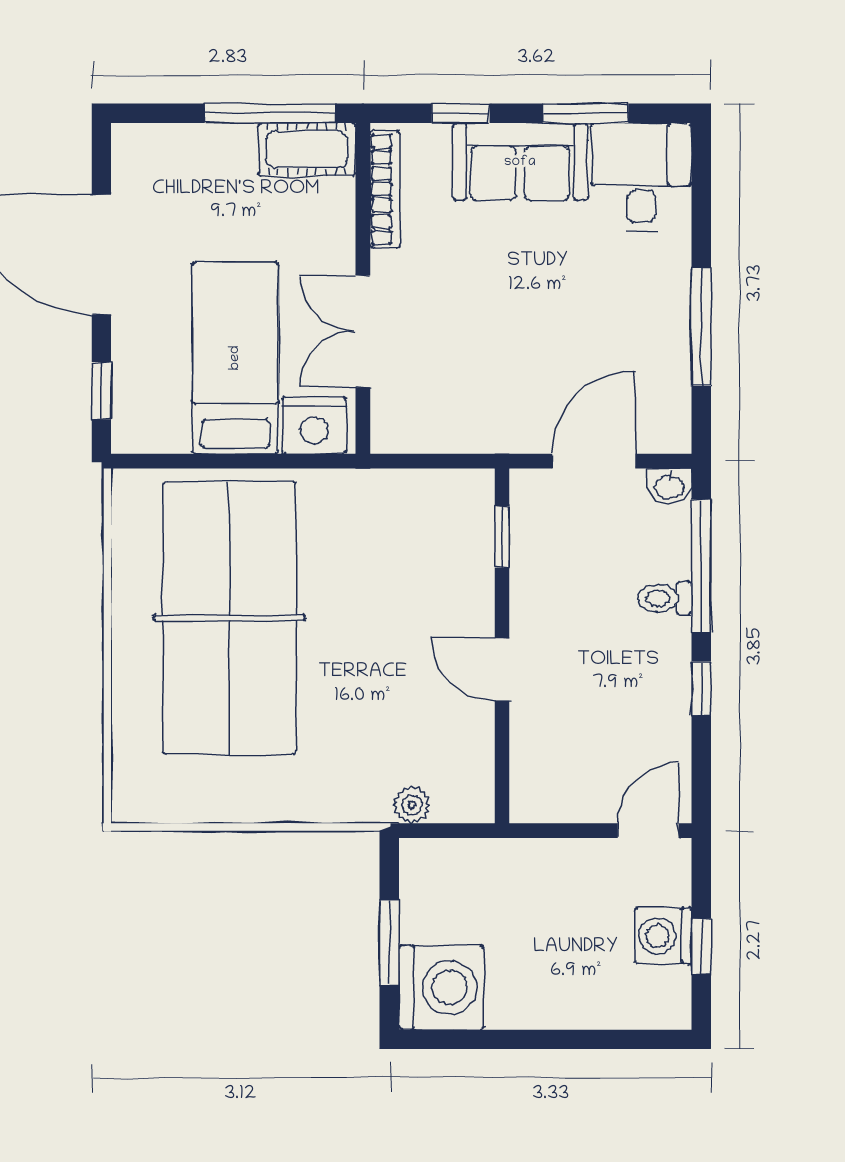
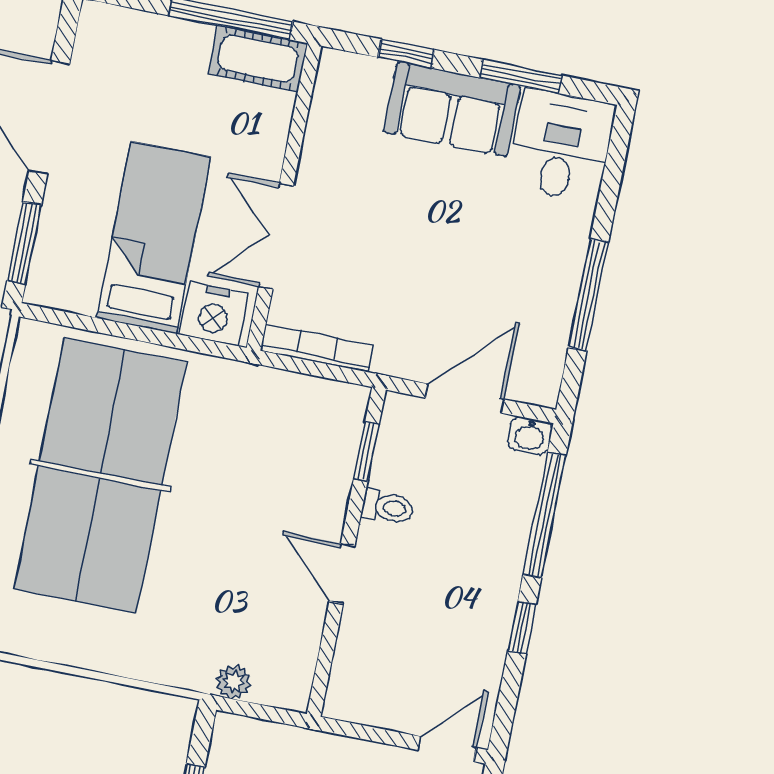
bookcase: (385, 189) -> (317, 348), moved, turned -90
window: (101, 391) -> (24, 243), width x1.50
toilet: (665, 598) -> (388, 507), moved, turned 180

